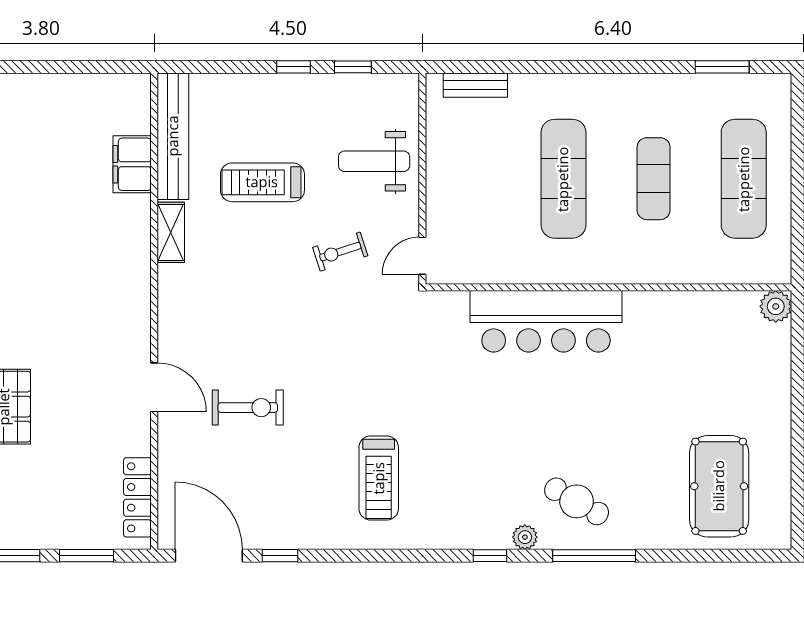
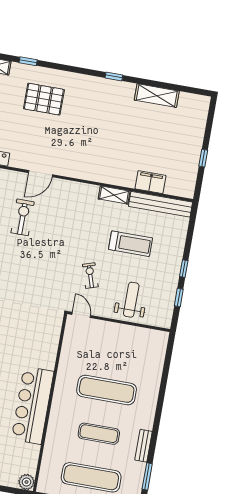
window: (66, 67) -> (203, 158), added
bench: (475, 85) -> (144, 446), moved
treadmill: (262, 182) -> (131, 244), turned 90
bar counter: (546, 321) -> (33, 405), moved
exercise bike: (248, 408) -> (23, 217), turned 180

